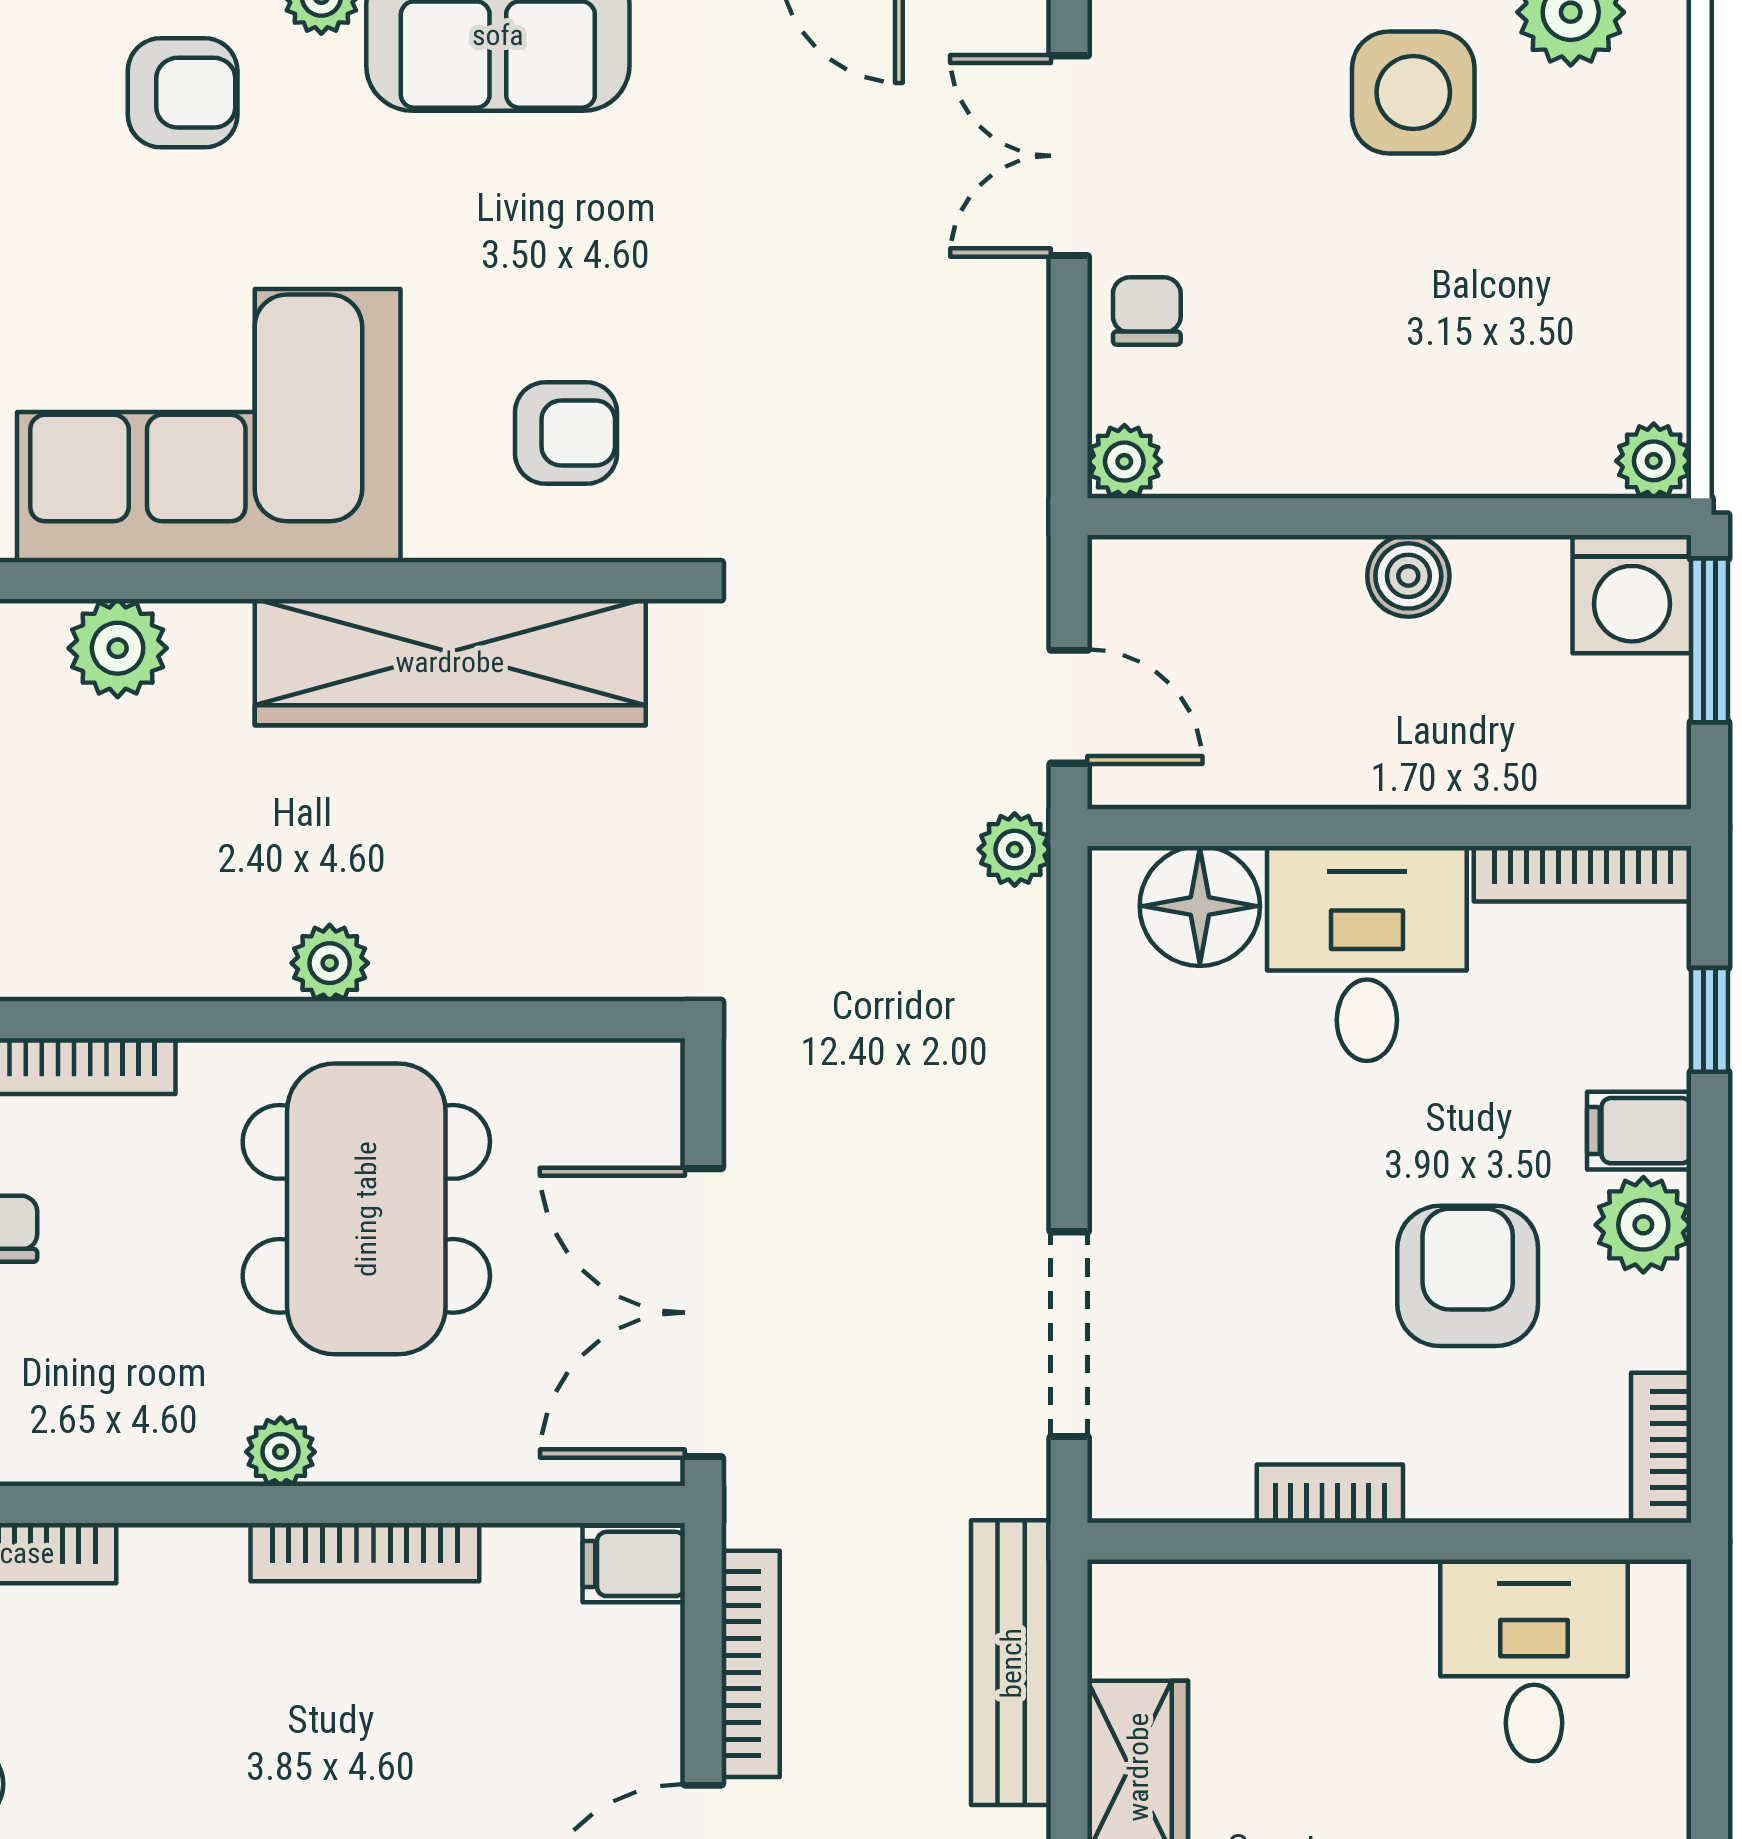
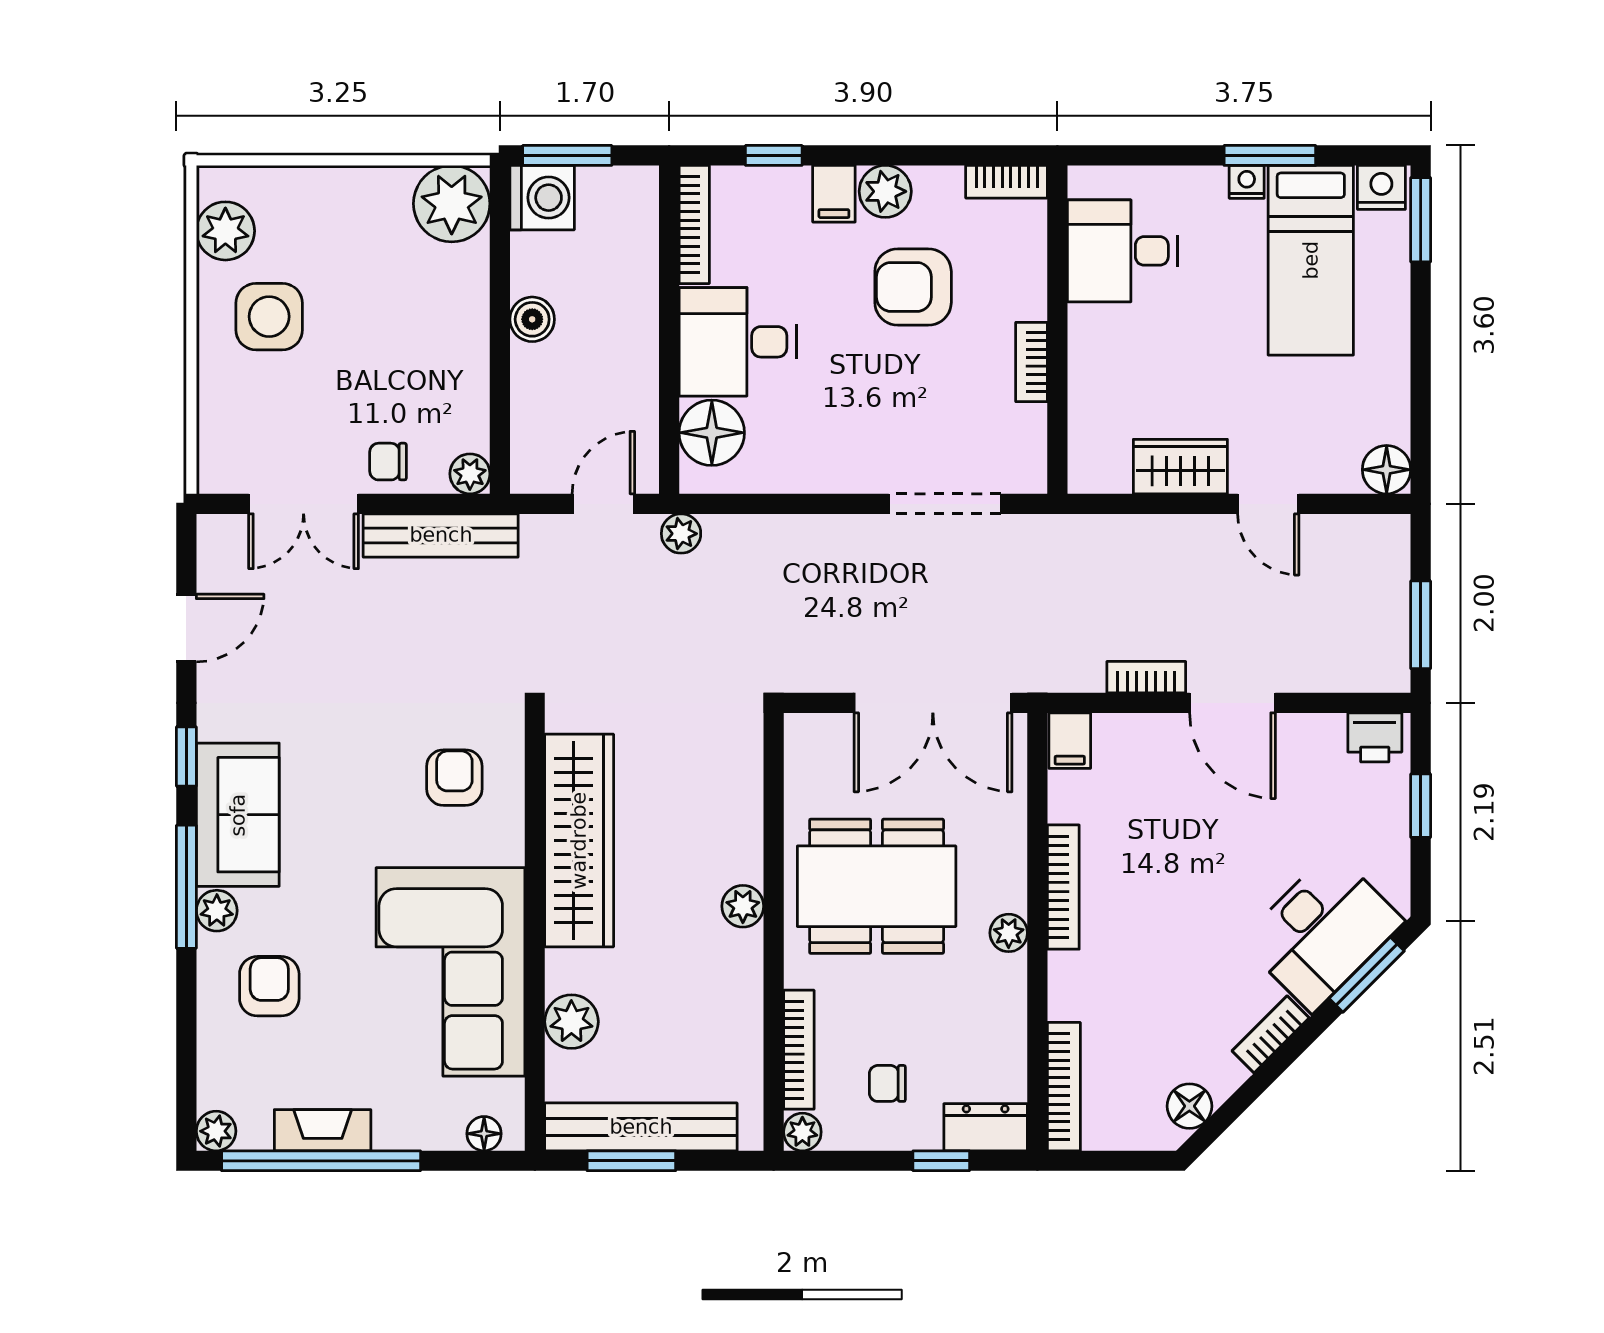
plant: (1654, 461) -> (452, 204), width x1.88, depth x1.88
bench: (1011, 1663) -> (441, 535), moved
bookcase: (751, 1664) -> (1146, 677), width x0.64

